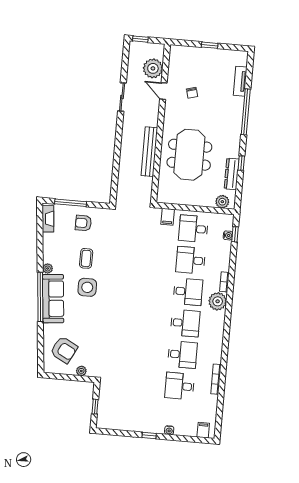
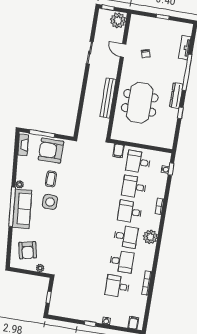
plant: (153, 68) -> (118, 20), moved
dresser: (232, 174) -> (176, 96), moved
plant: (222, 202) -> (163, 142), removed
armchair: (83, 223) -> (51, 151), width x1.88, depth x1.88
desk: (188, 292) -> (130, 212), turned 180
plant: (218, 301) -> (150, 237), moved
armchair: (64, 350) -> (28, 250), turned 49

